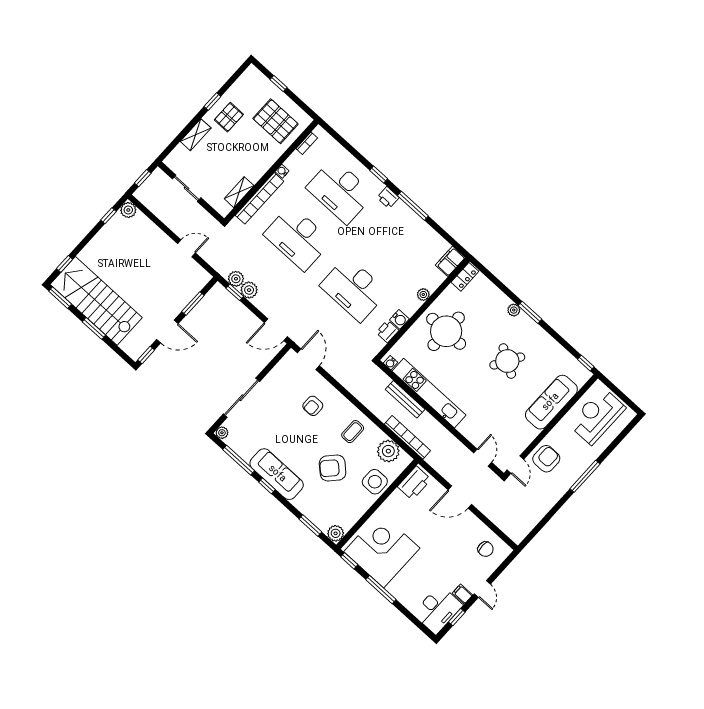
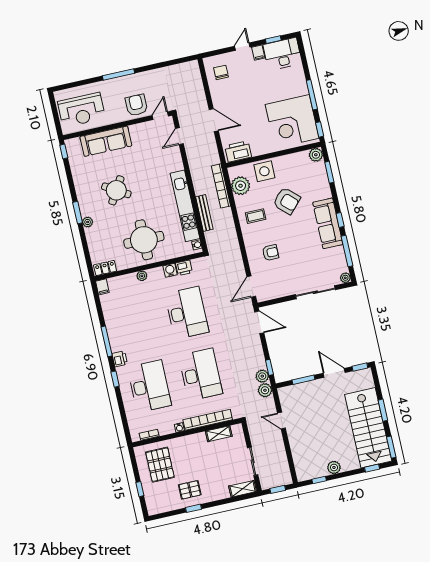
shelving: (196, 135) -> (243, 489), moved
plant: (128, 210) -> (334, 467), moved
filing cabinet: (450, 261) -> (102, 287), width x0.50
plant: (249, 290) -> (265, 390), moved
armchair: (546, 459) -> (136, 105), turned 90

